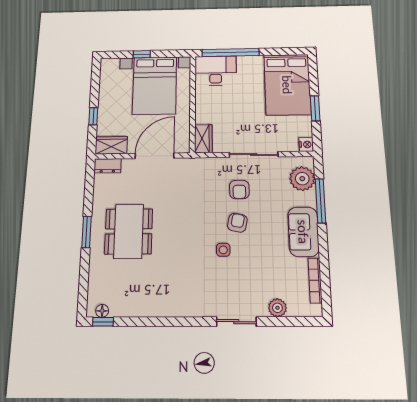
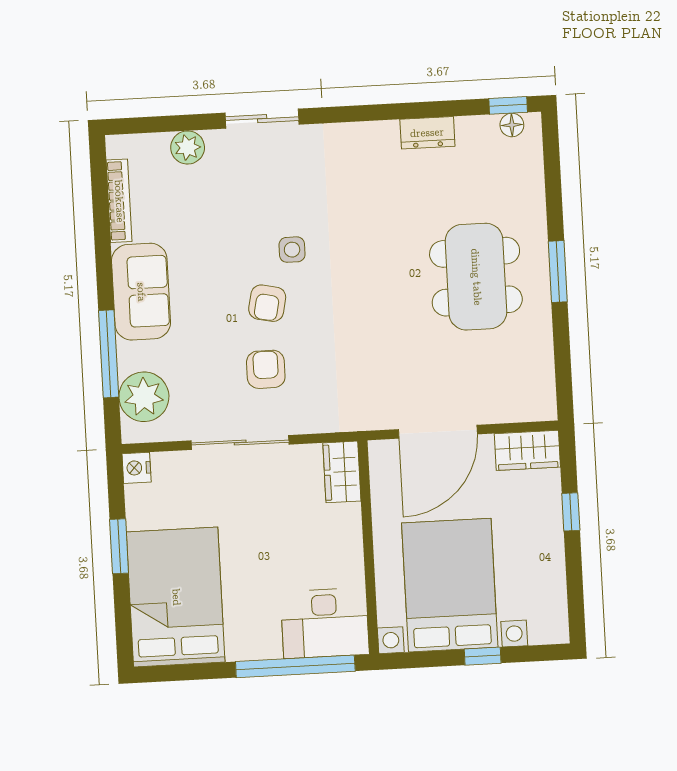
dresser: (108, 166) -> (427, 133), moved, turned 180

